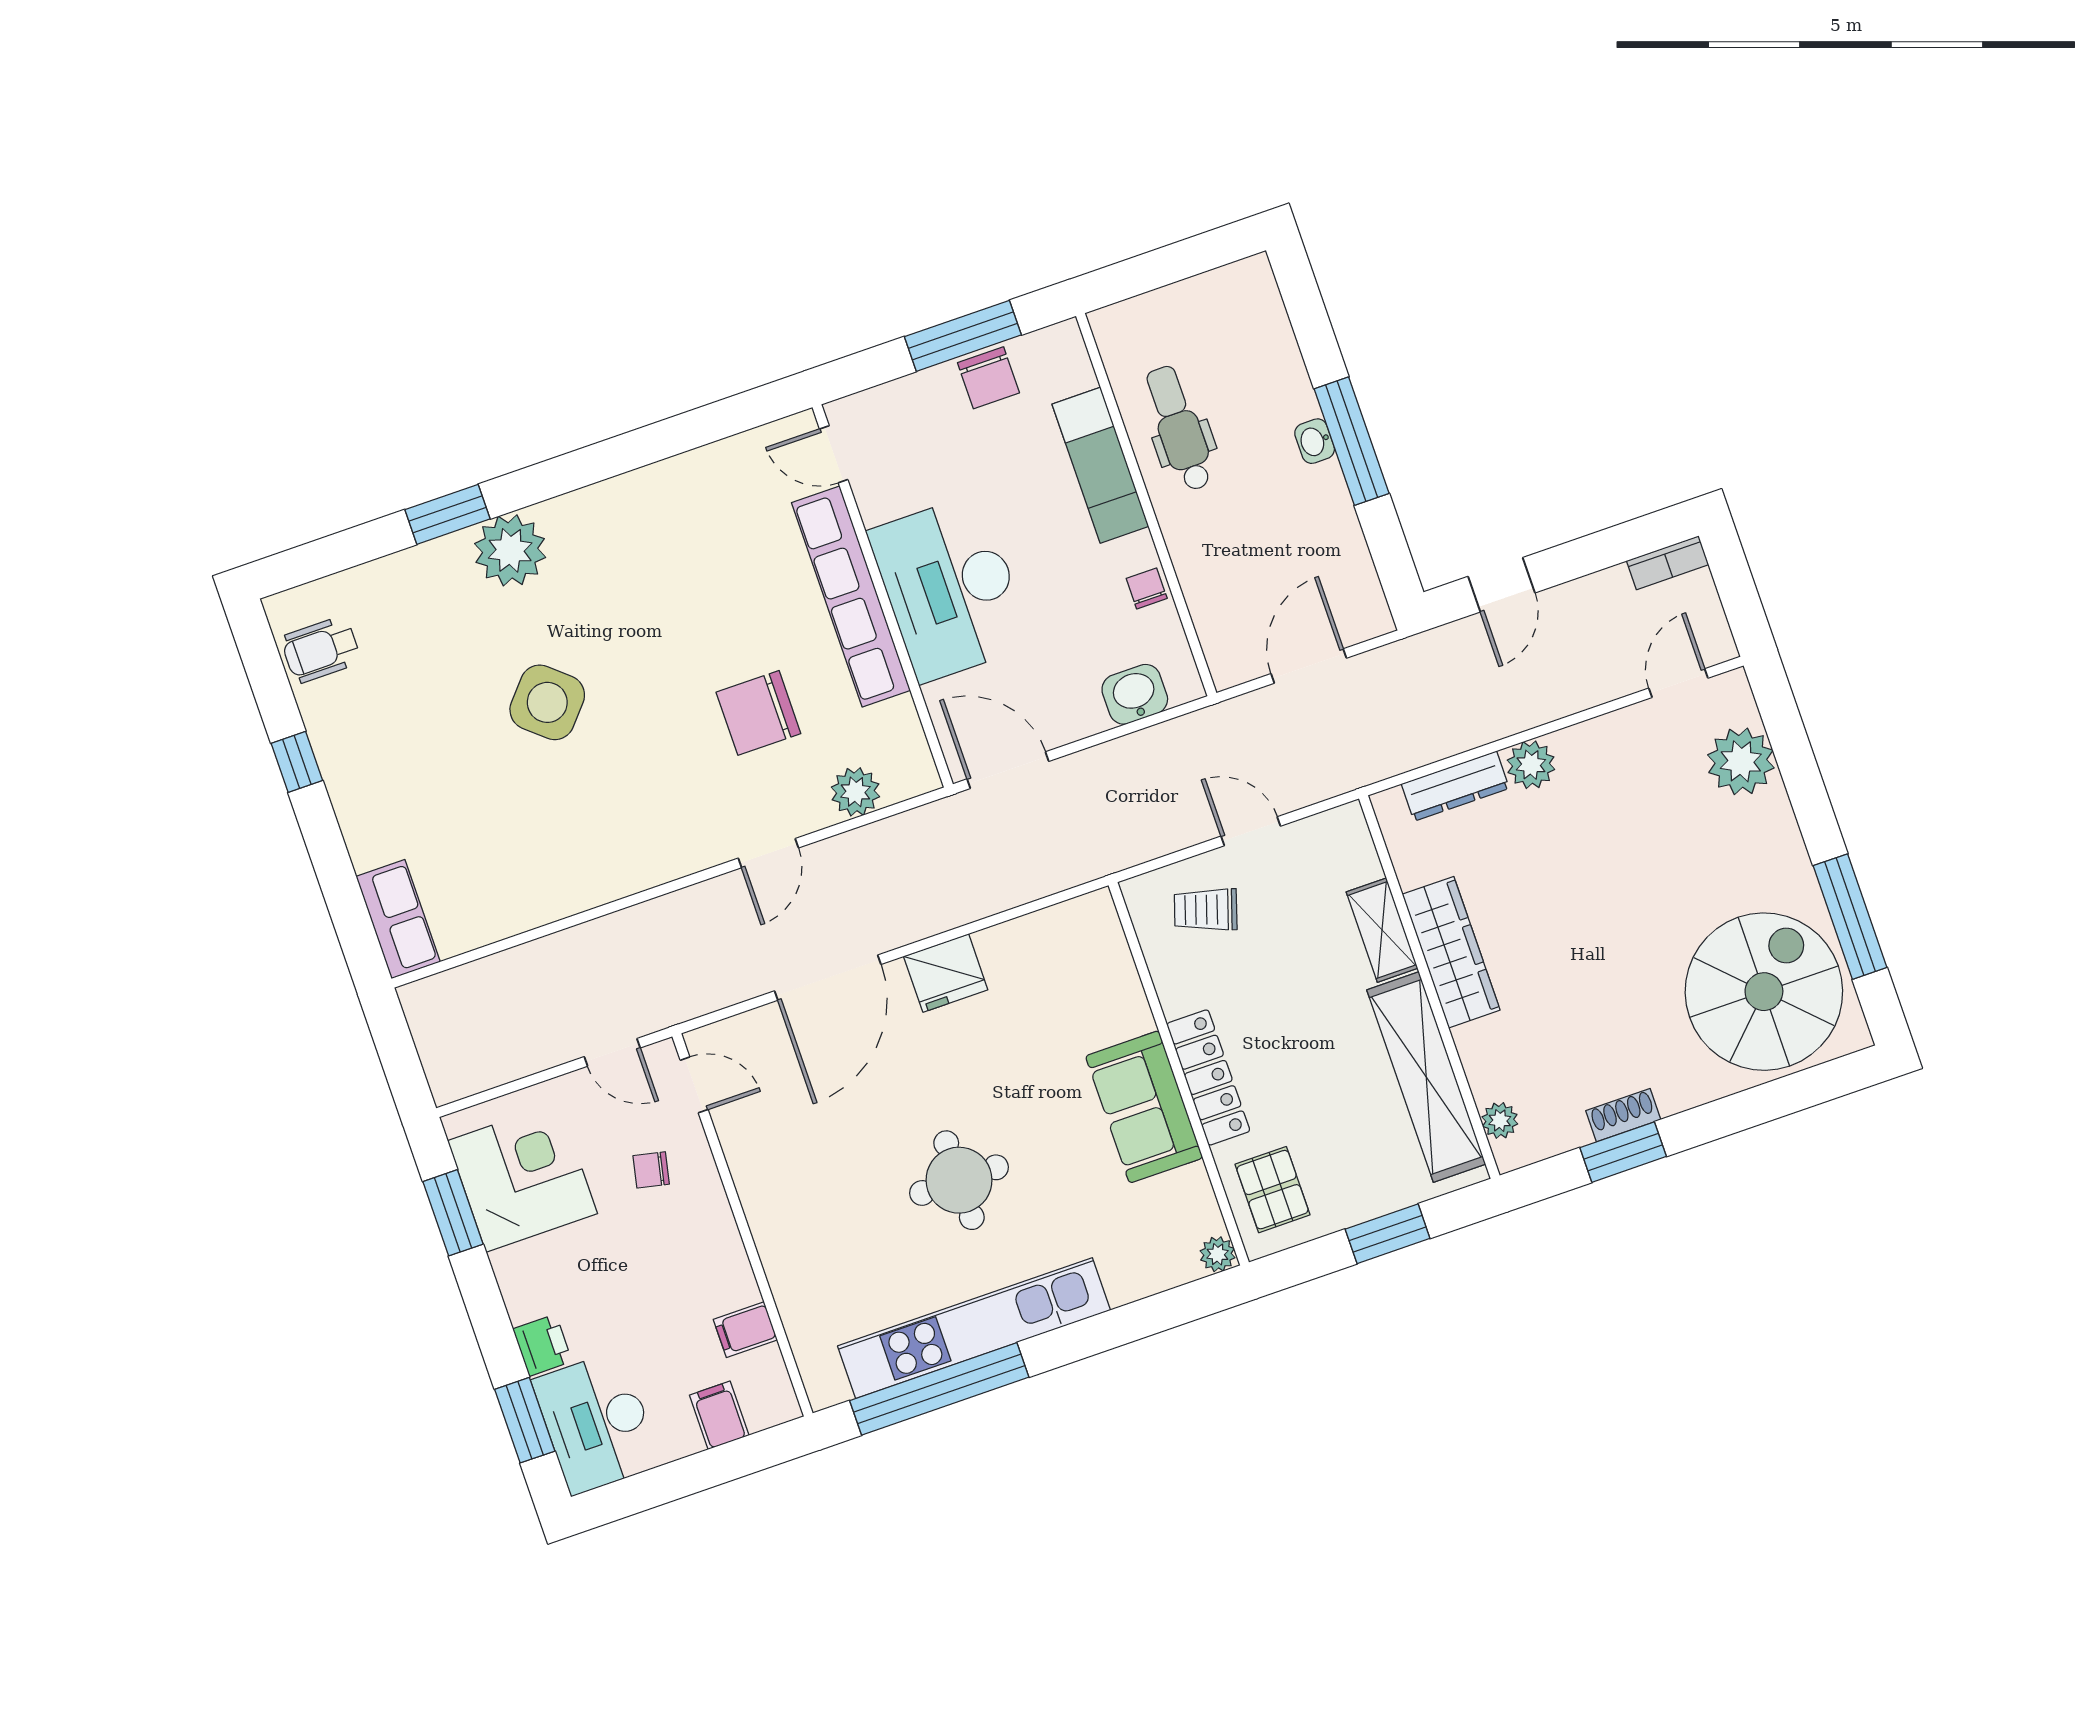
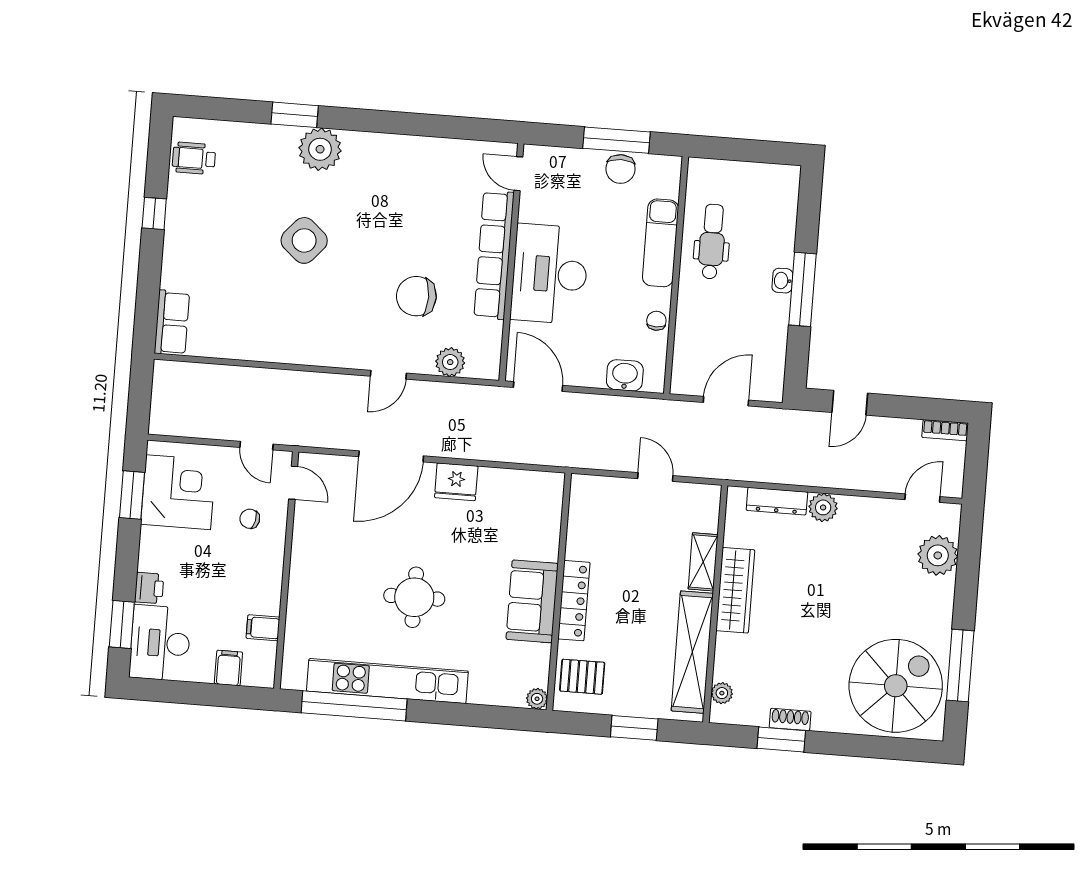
trolley: (1206, 910) -> (612, 509), removed
pallet: (1273, 1190) -> (582, 677), turned 90

